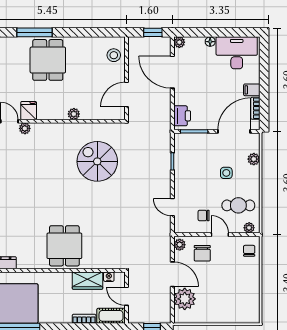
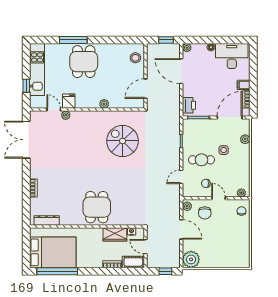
cafe table: (238, 205) -> (202, 160), moved
door: (172, 207) -> (181, 177), hinge flipped
plant: (185, 299) -> (191, 259), moved

